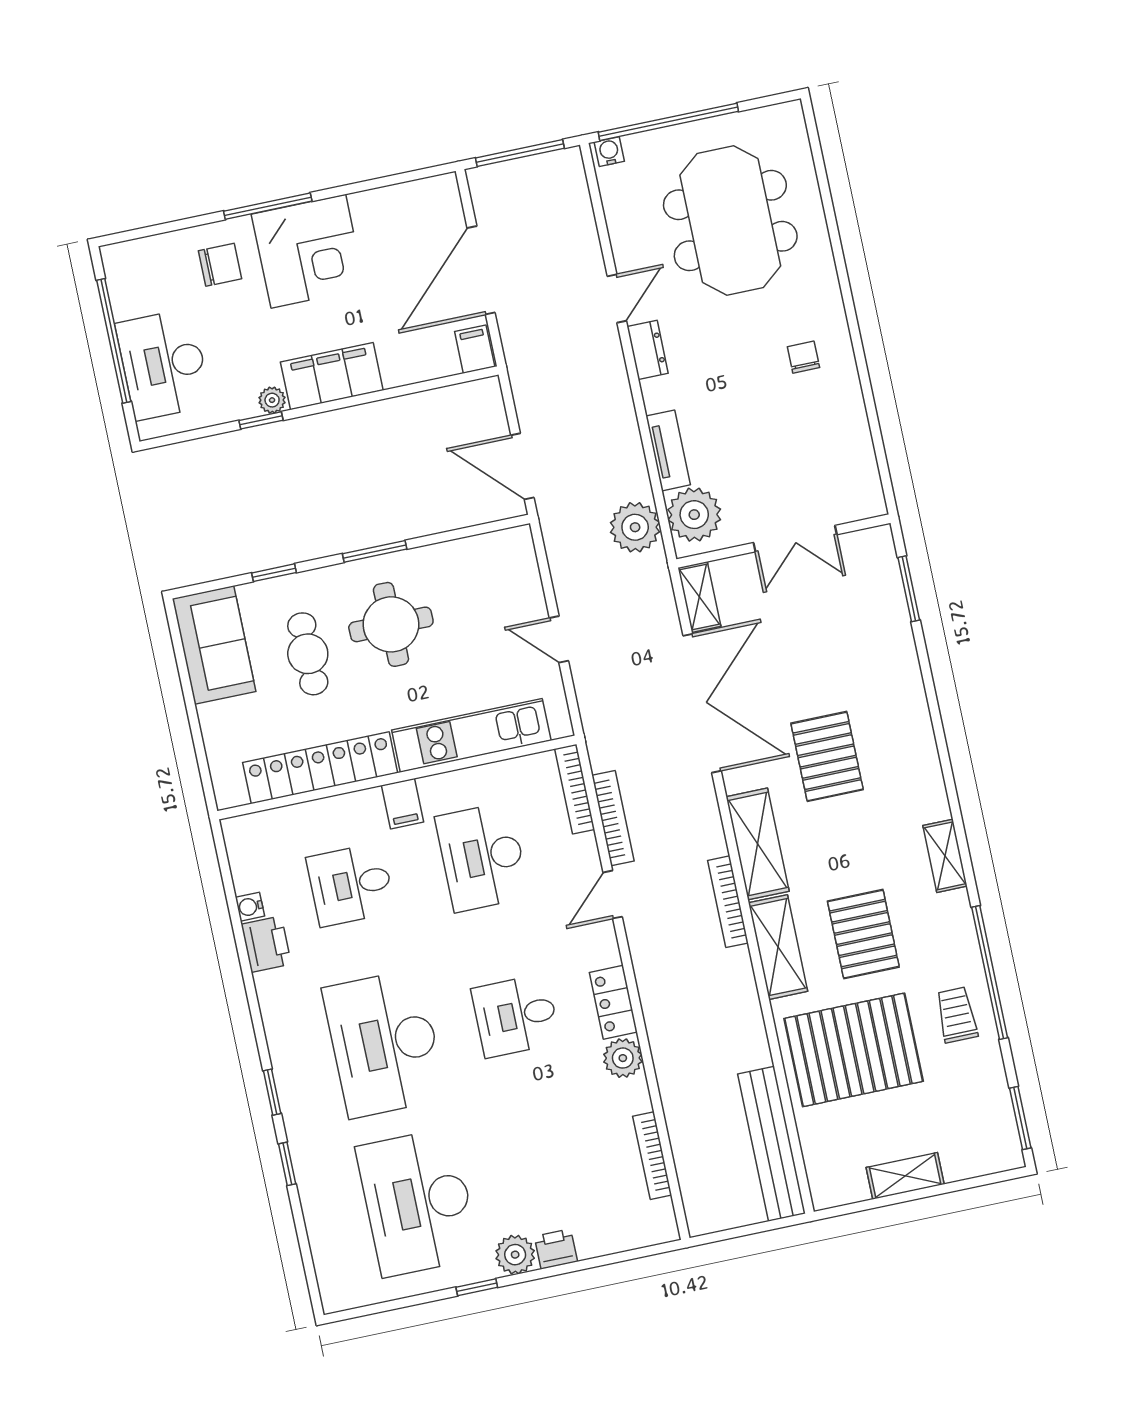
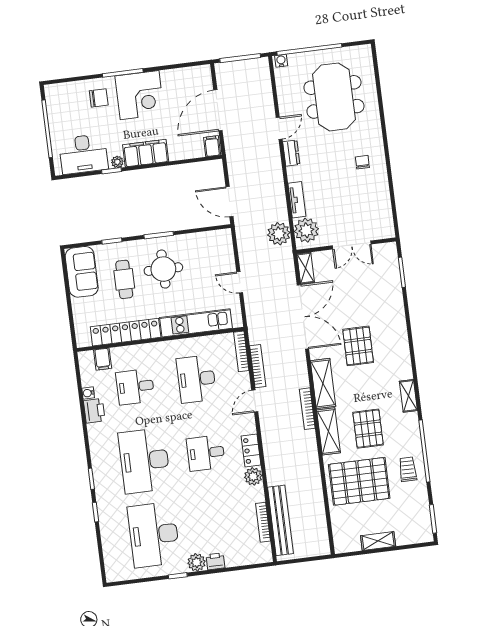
desk: (163, 364) -> (83, 154), moved, turned -90
filing cabinet: (403, 804) -> (103, 359), moved
bench: (771, 1144) -> (280, 520), moved

